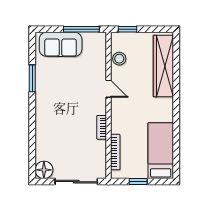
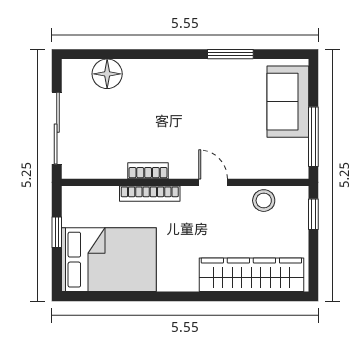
door: (108, 89) -> (213, 182), swing flipped
bed: (161, 151) -> (109, 260), width x1.50
bookcase: (115, 152) -> (150, 194), moved
floor lamp: (44, 170) -> (107, 74), moved

